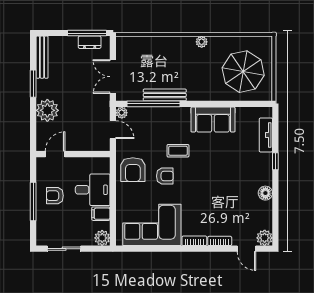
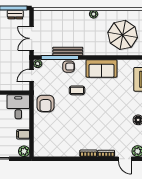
door: (113, 130) -> (32, 76), swing flipped
armchair: (165, 176) -> (69, 67), moved
desk: (93, 190) -> (18, 107), moved, turned -90
corner sofa: (152, 225) -> (59, 142), removed

